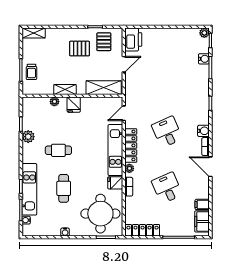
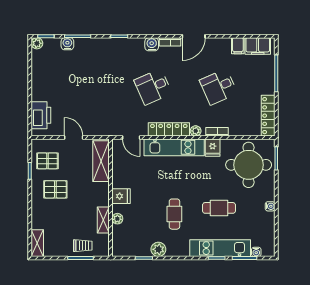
printer: (133, 39) -> (41, 115), moved, turned 90
pallet: (80, 49) -> (55, 189), turned 90
shelving: (65, 90) -> (103, 220), moved

